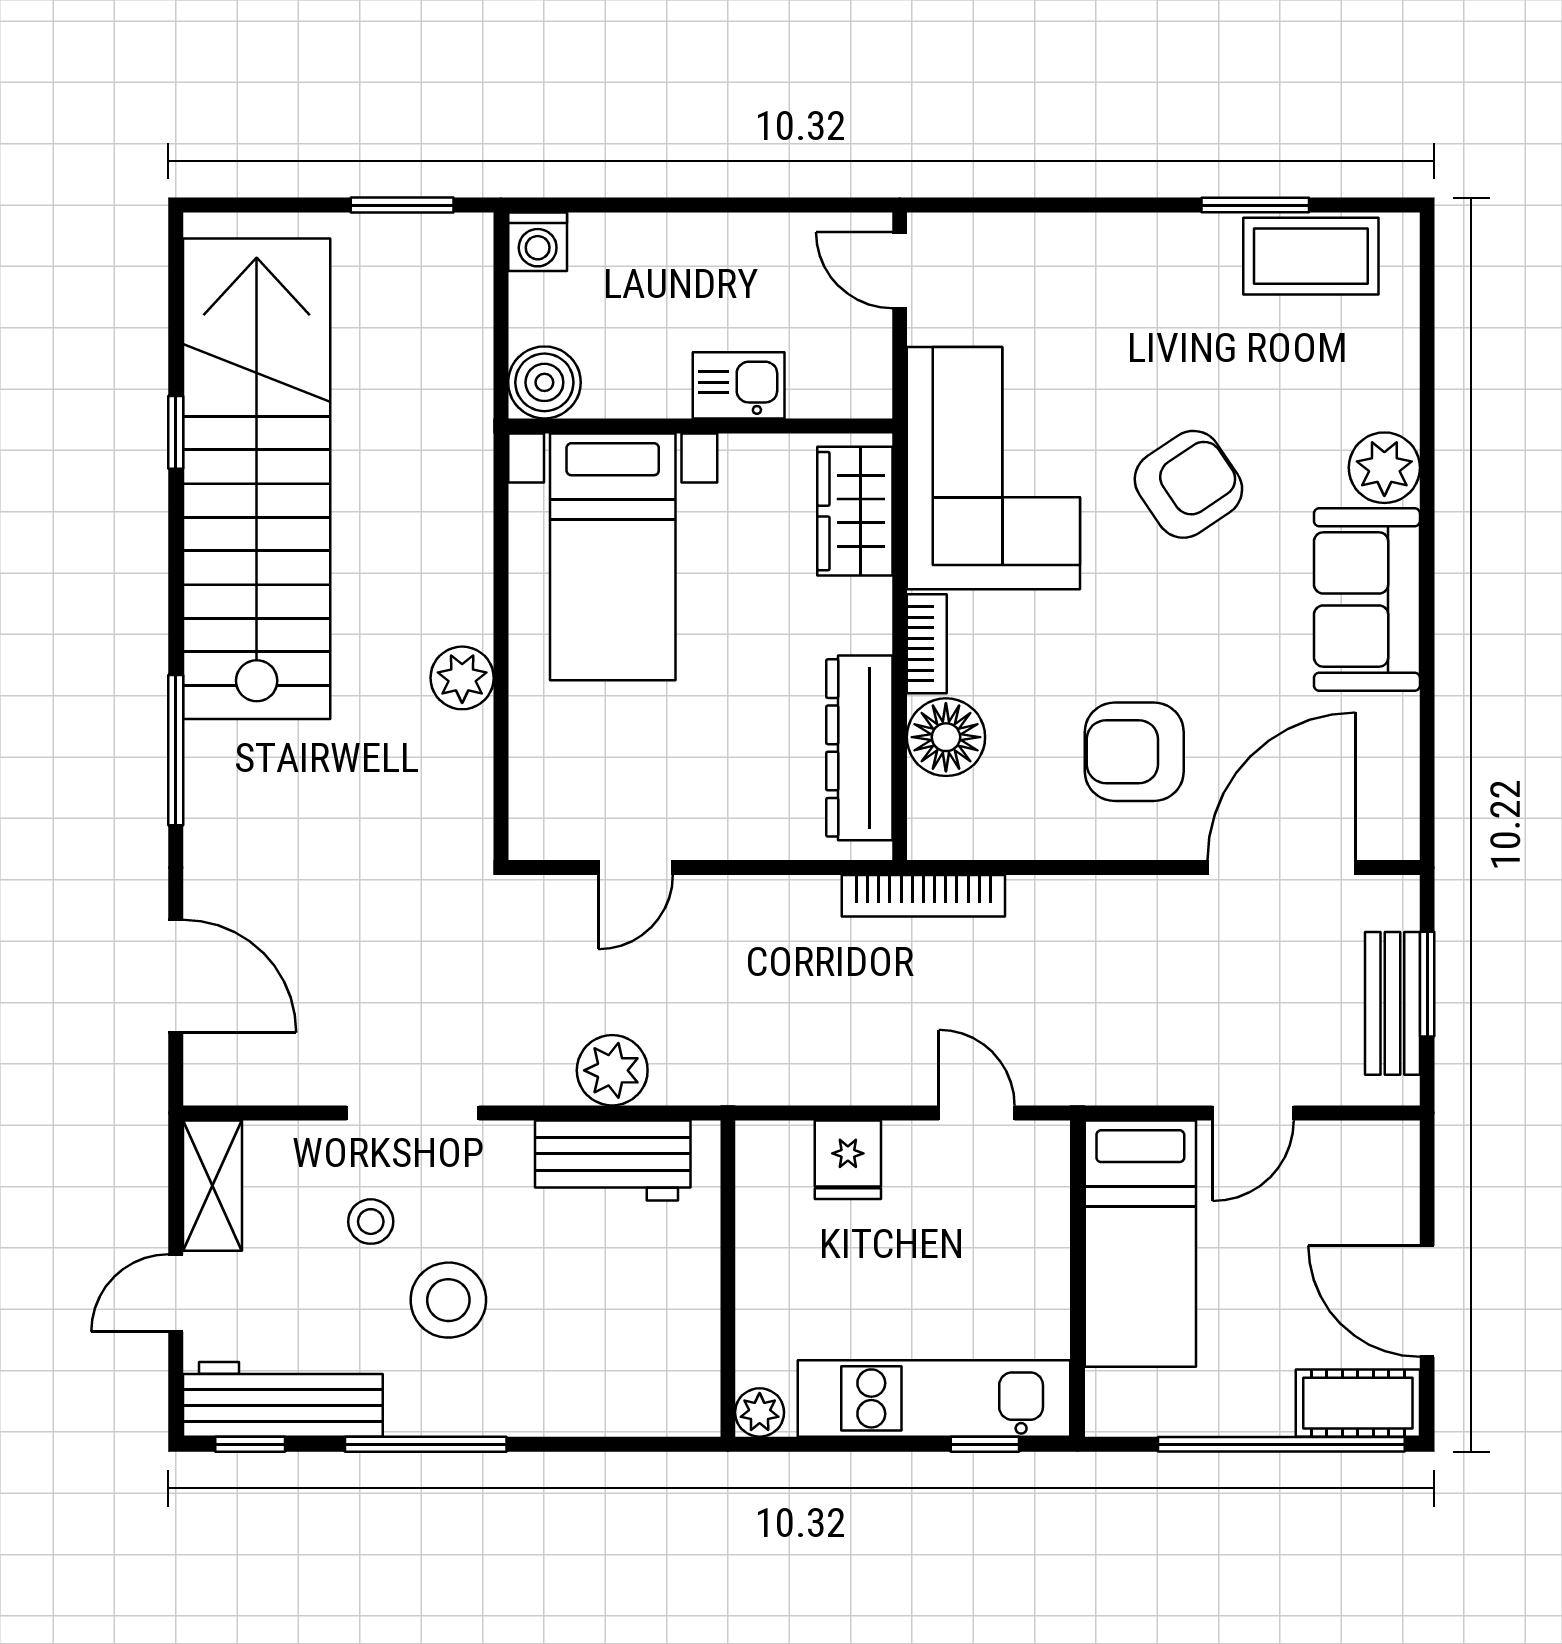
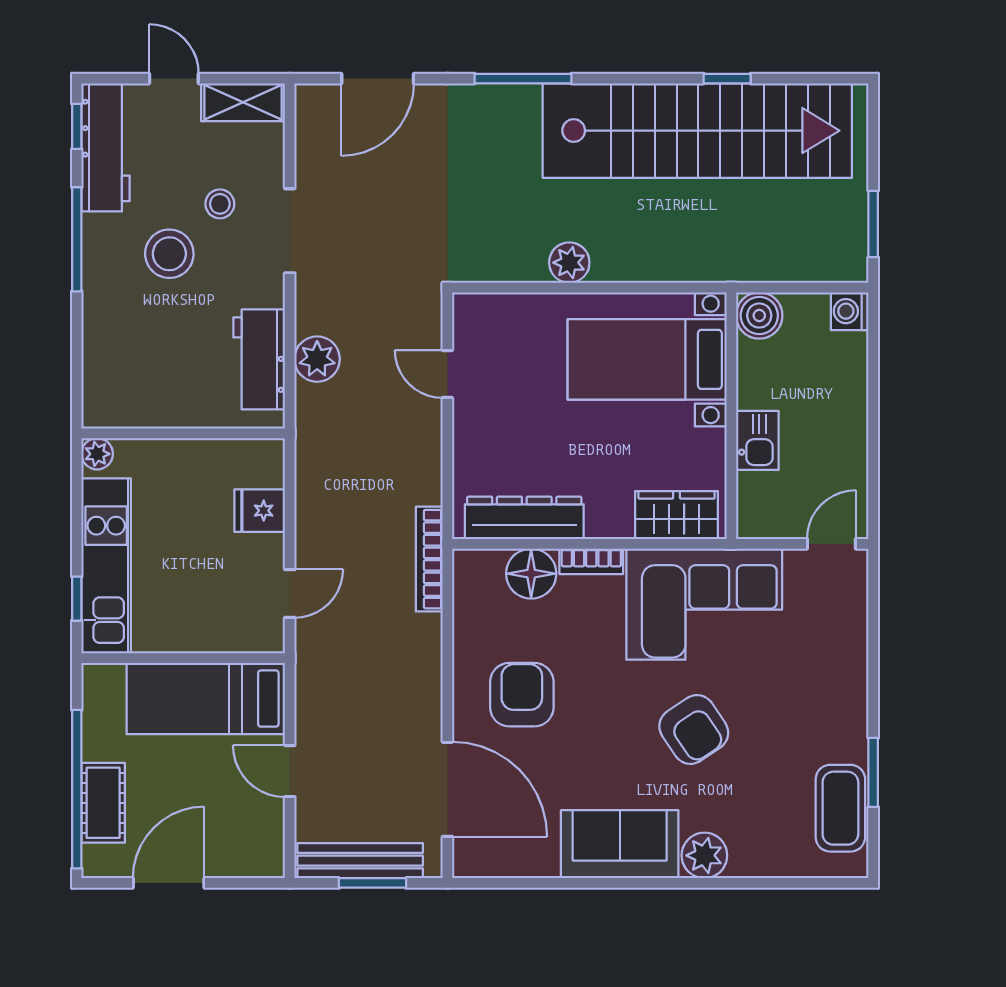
bench: (1392, 1003) -> (360, 861), width x1.36
cot: (1358, 1403) -> (103, 803), moved

